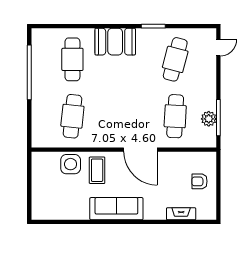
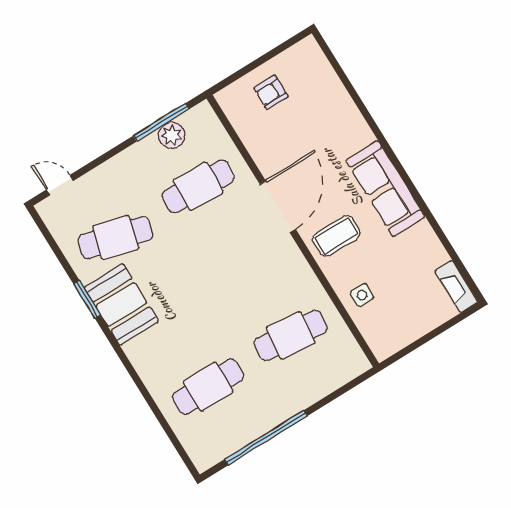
booth: (115, 42) -> (121, 304), moved
side table: (71, 164) -> (362, 295), width x0.54, depth x0.54
coffee table: (97, 170) -> (336, 236), moved
armchair: (199, 181) -> (271, 92), turned 90
fireplace: (181, 214) -> (456, 286), moved

